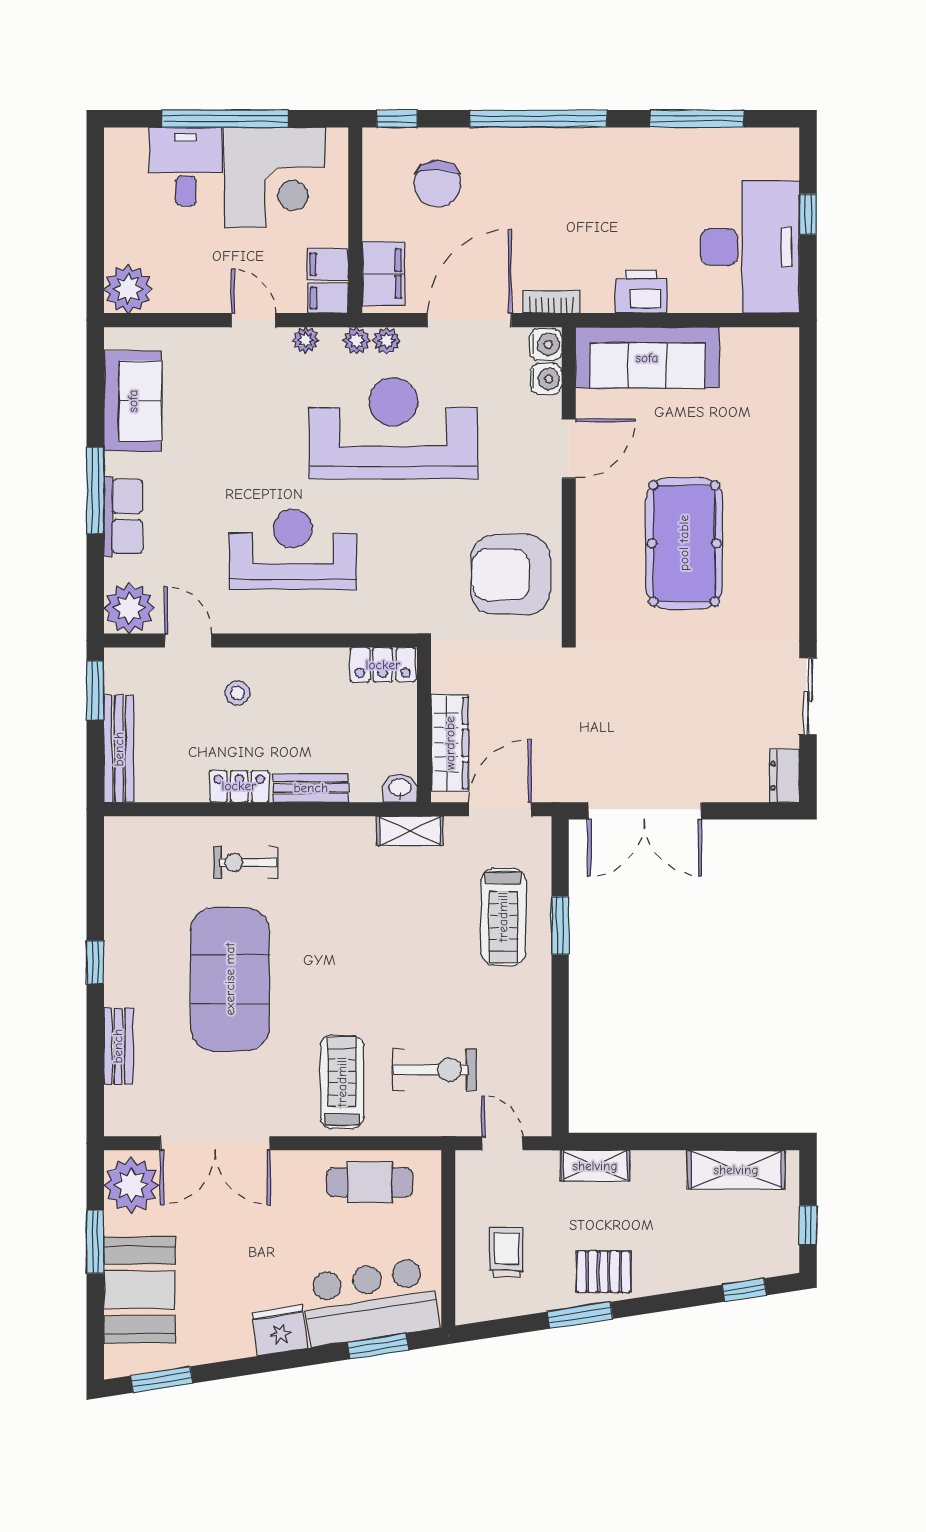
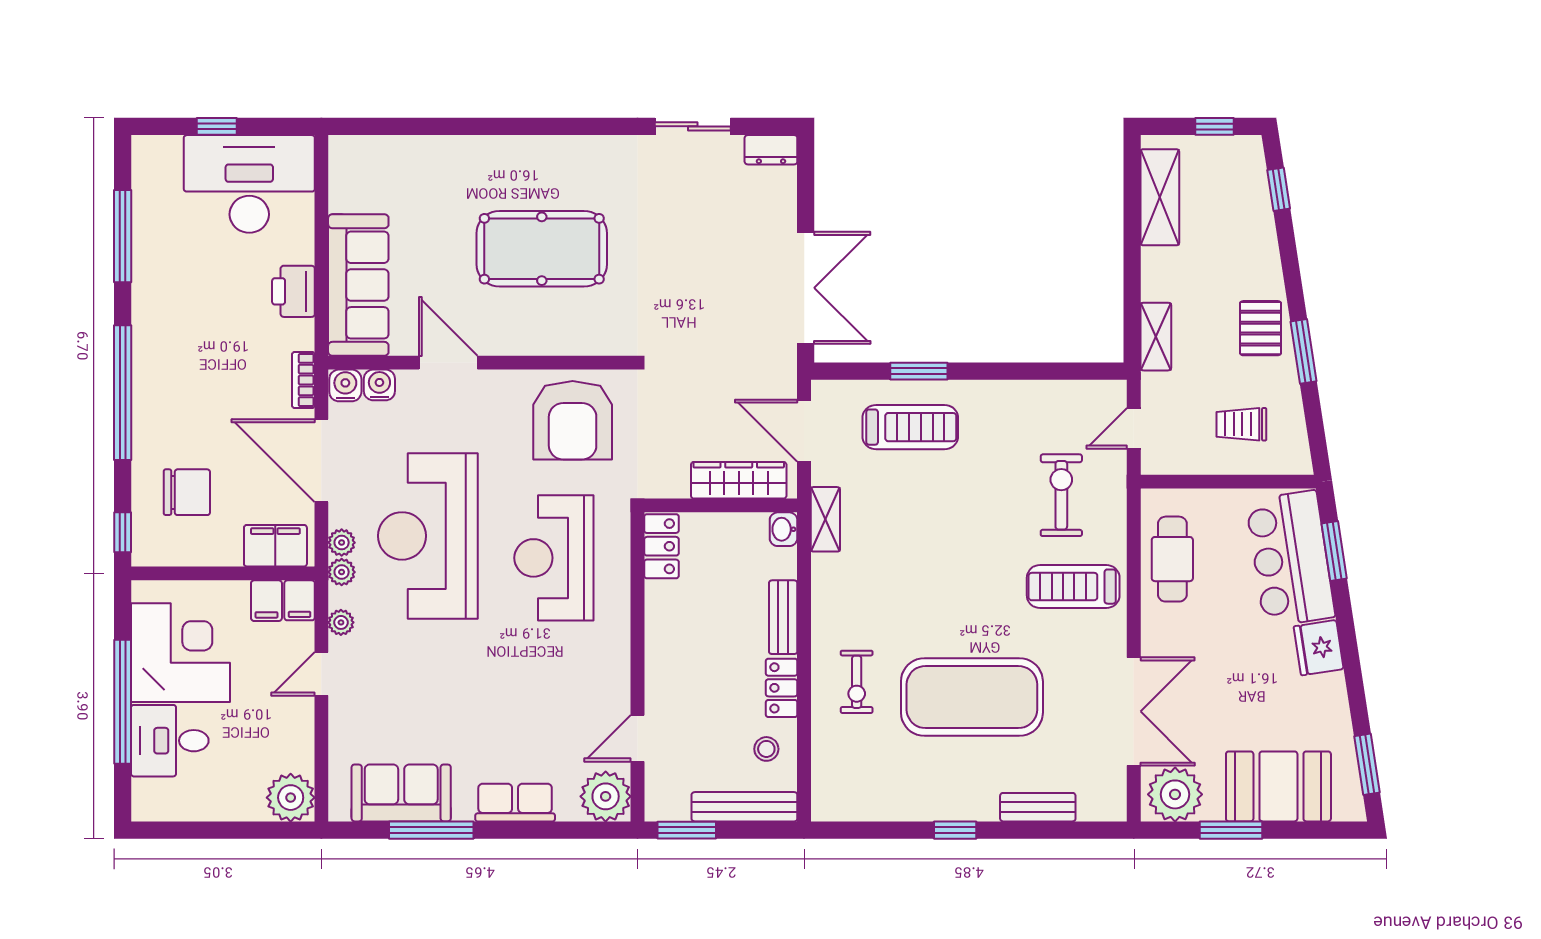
window: (95, 491) -> (431, 830), moved
reception desk: (293, 549) -> (554, 558), moved
stool: (237, 693) -> (766, 749), moved

